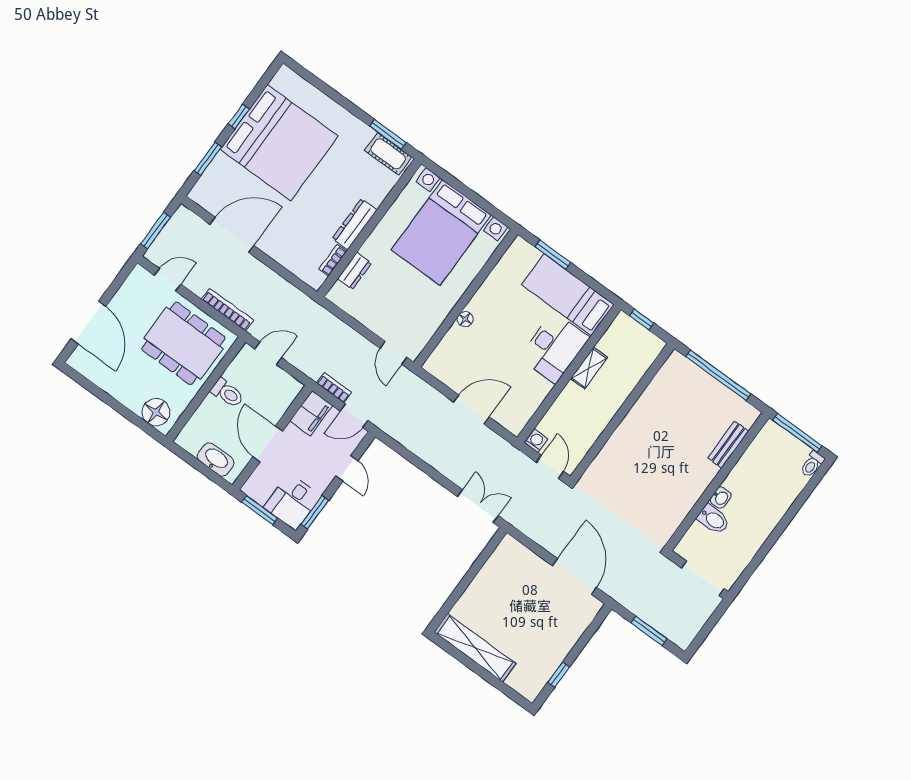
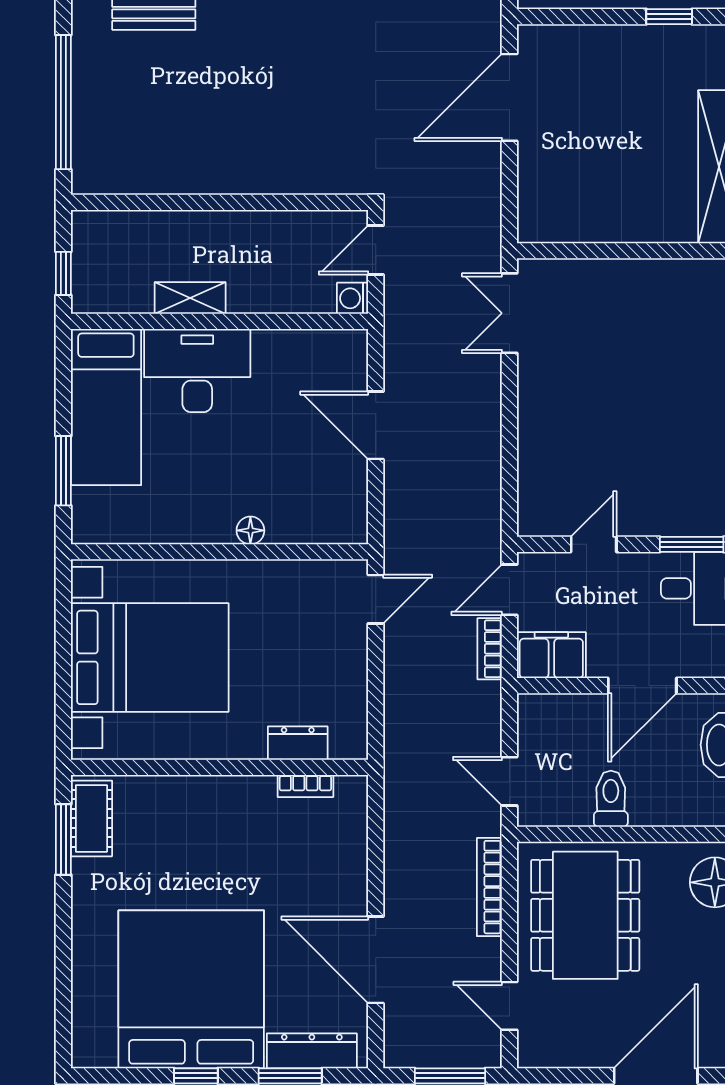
dresser: (355, 224) -> (312, 1051), moved, turned 180
door: (354, 416) -> (509, 590), swing flipped

